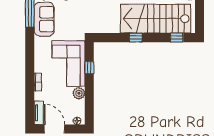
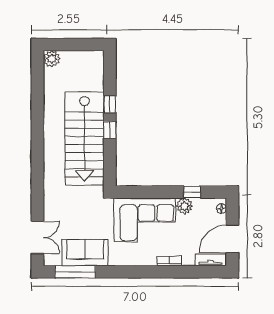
stairs: (156, 19) -> (84, 138), moved
window: (177, 38) -> (110, 104), moved
window: (89, 68) -> (192, 192), moved

